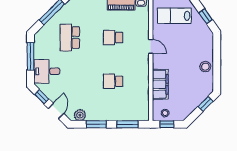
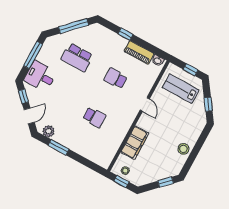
school desk: (70, 38) -> (77, 57), turned -90
school desk: (113, 81) -> (94, 117), turned 180
window: (127, 124) -> (86, 162), removed

